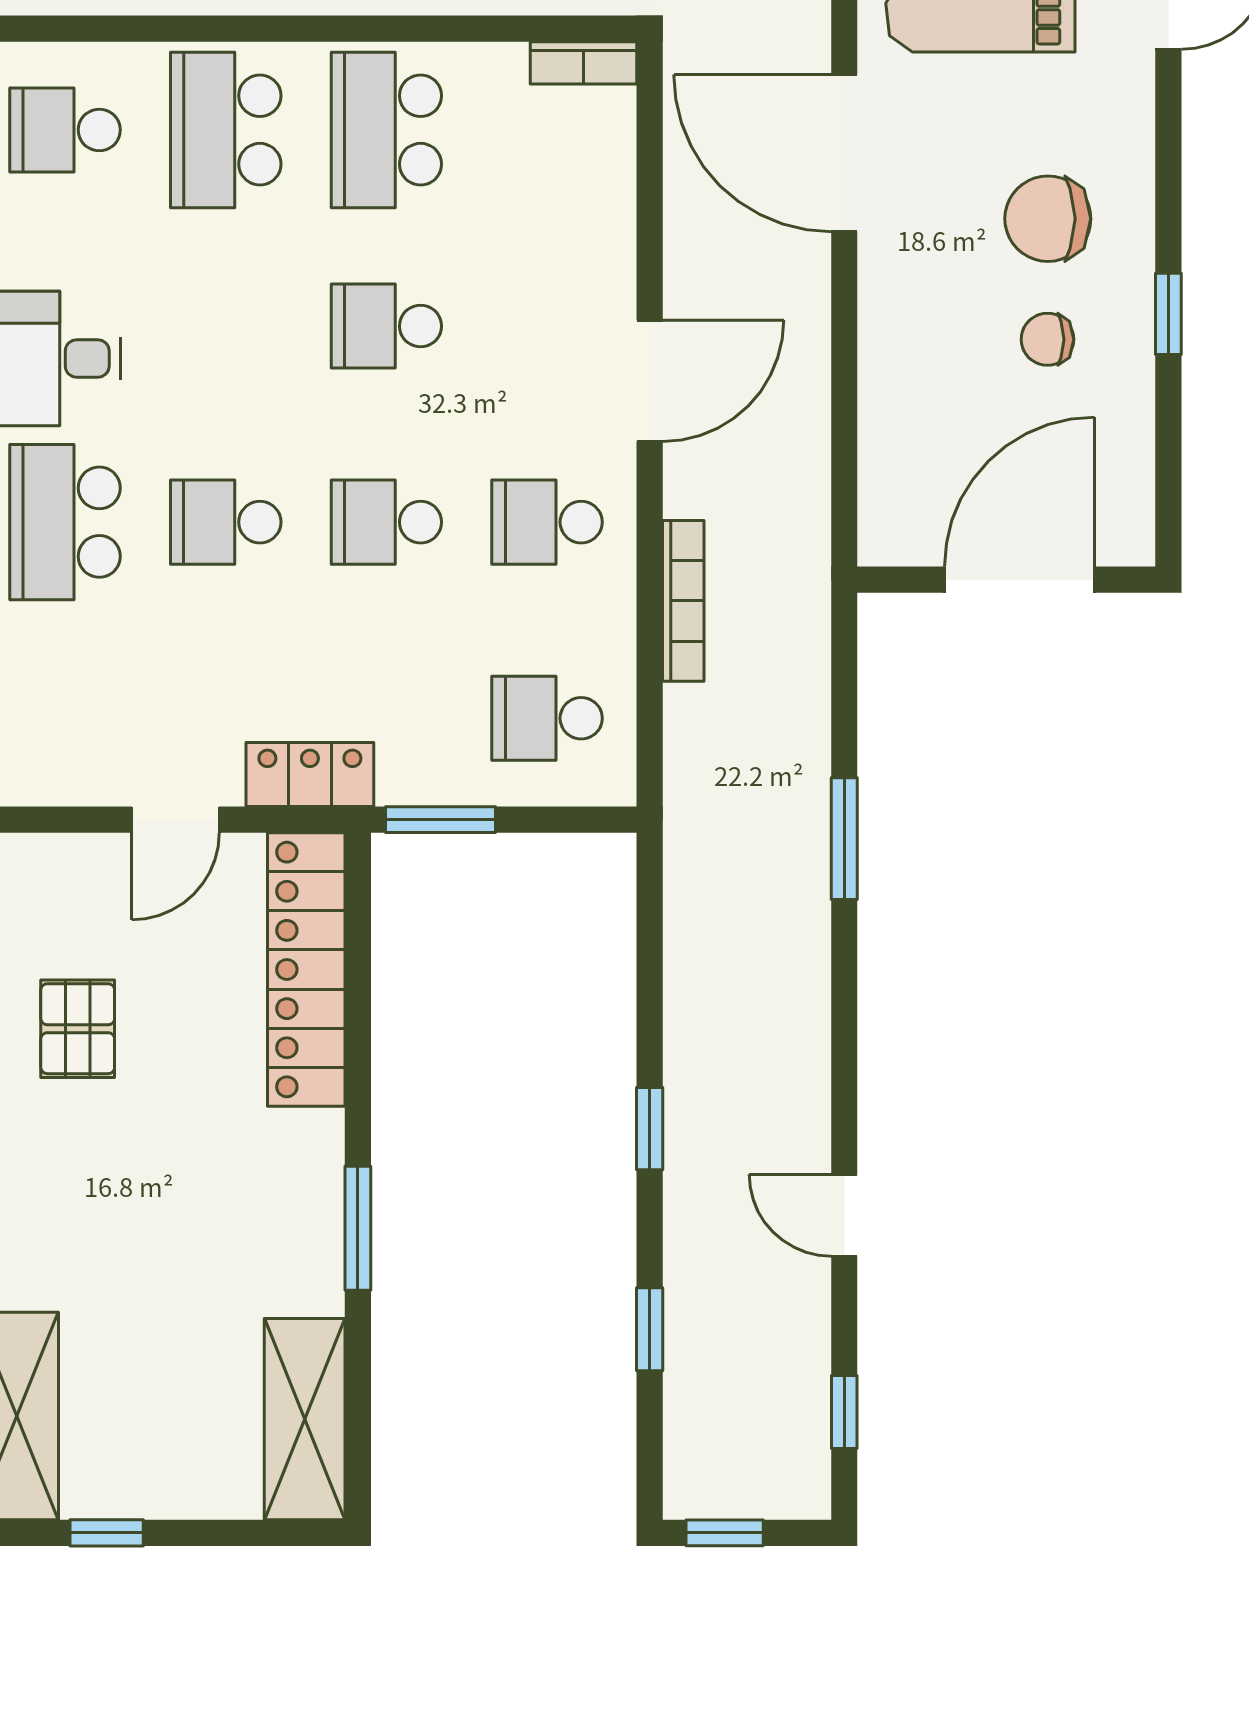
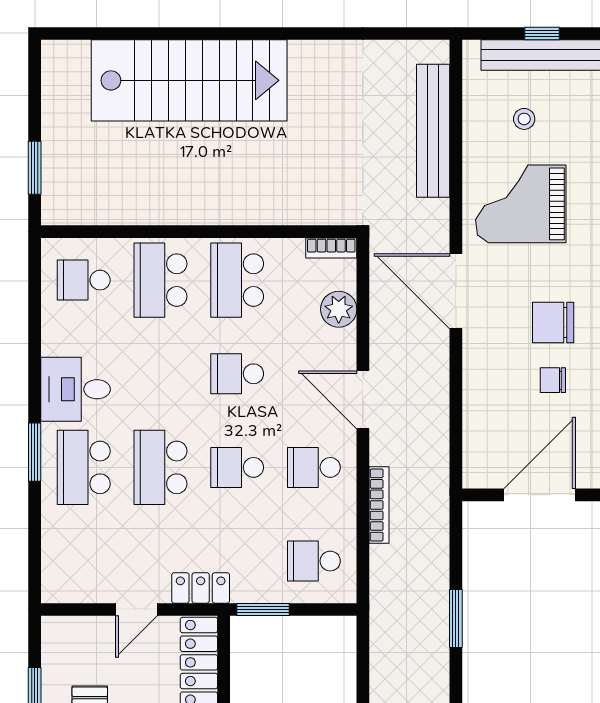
plant: (599, 191) -> (339, 309), added
door: (650, 381) -> (363, 400), swing flipped
school desk: (226, 522) -> (160, 467), width x1.85

